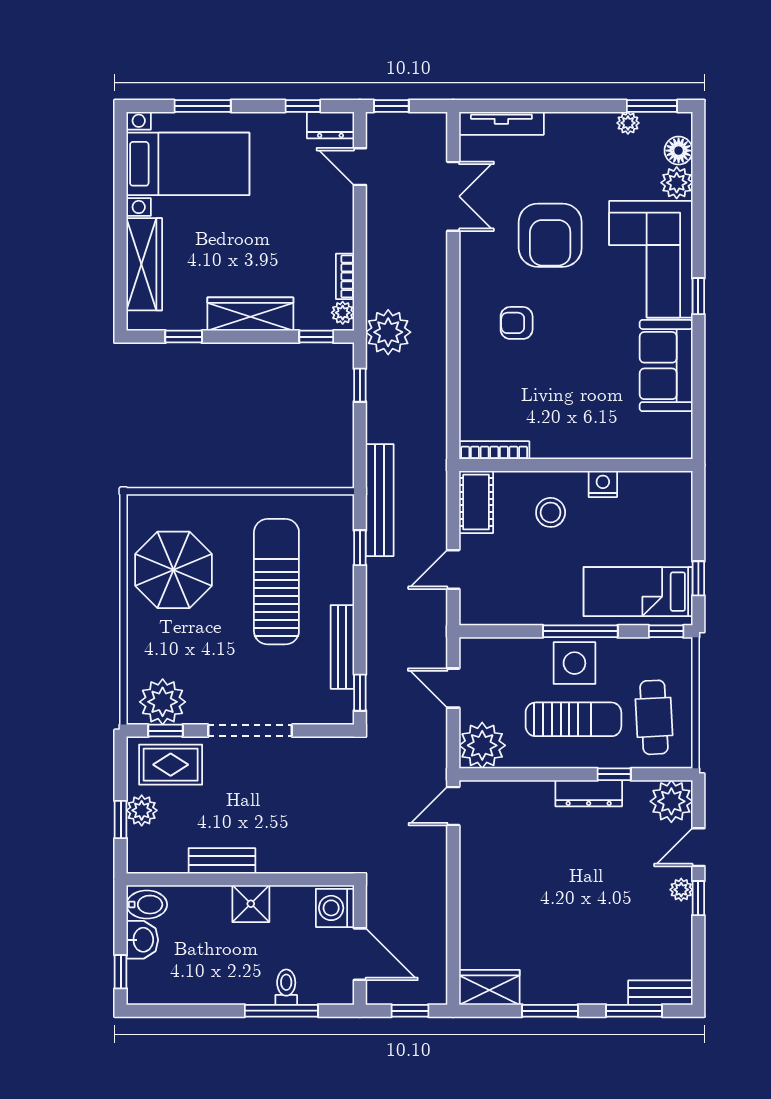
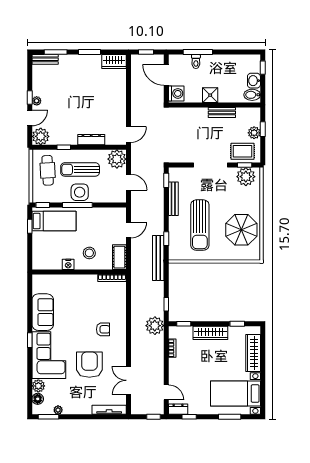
plant: (343, 313) -> (173, 333), removed
dresser: (589, 793) -> (91, 140), moved

